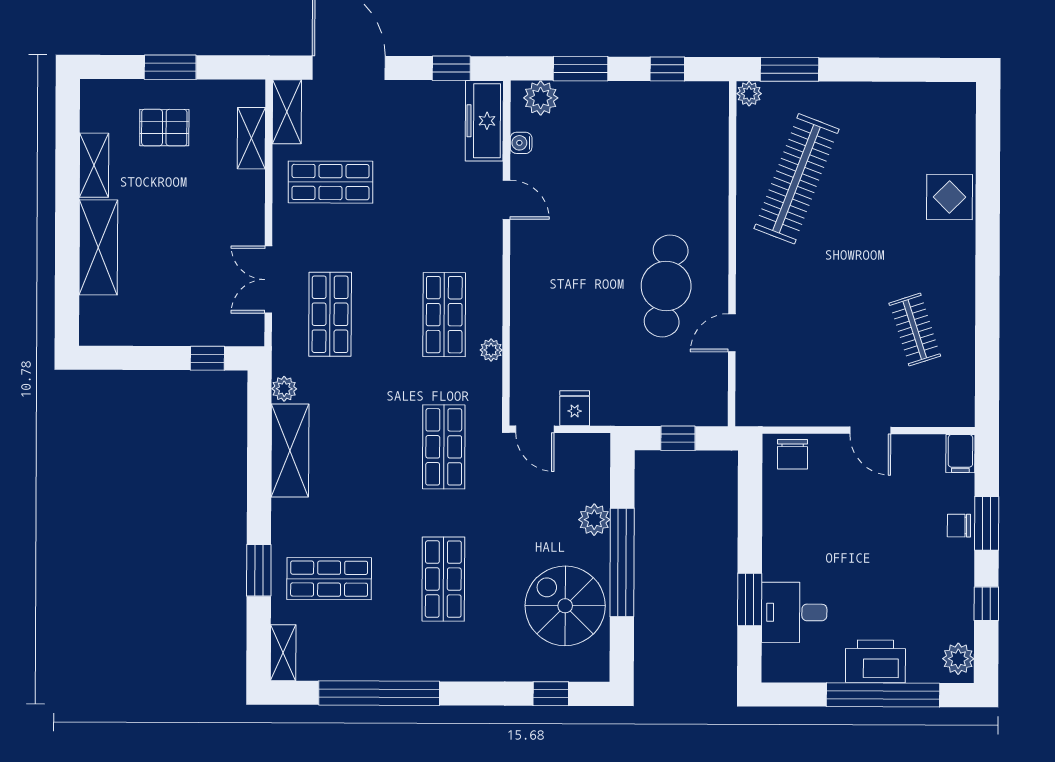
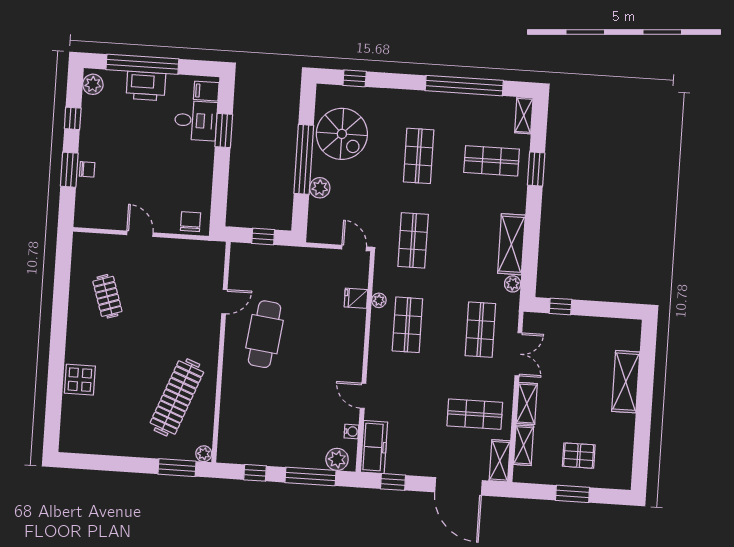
window: (581, 69) -> (310, 476), width x1.44
shelving: (94, 165) -> (527, 404), moved
fridge: (575, 408) -> (356, 298), moved, turned 90
filing cabinet: (960, 454) -> (206, 91), moved, turned -90

